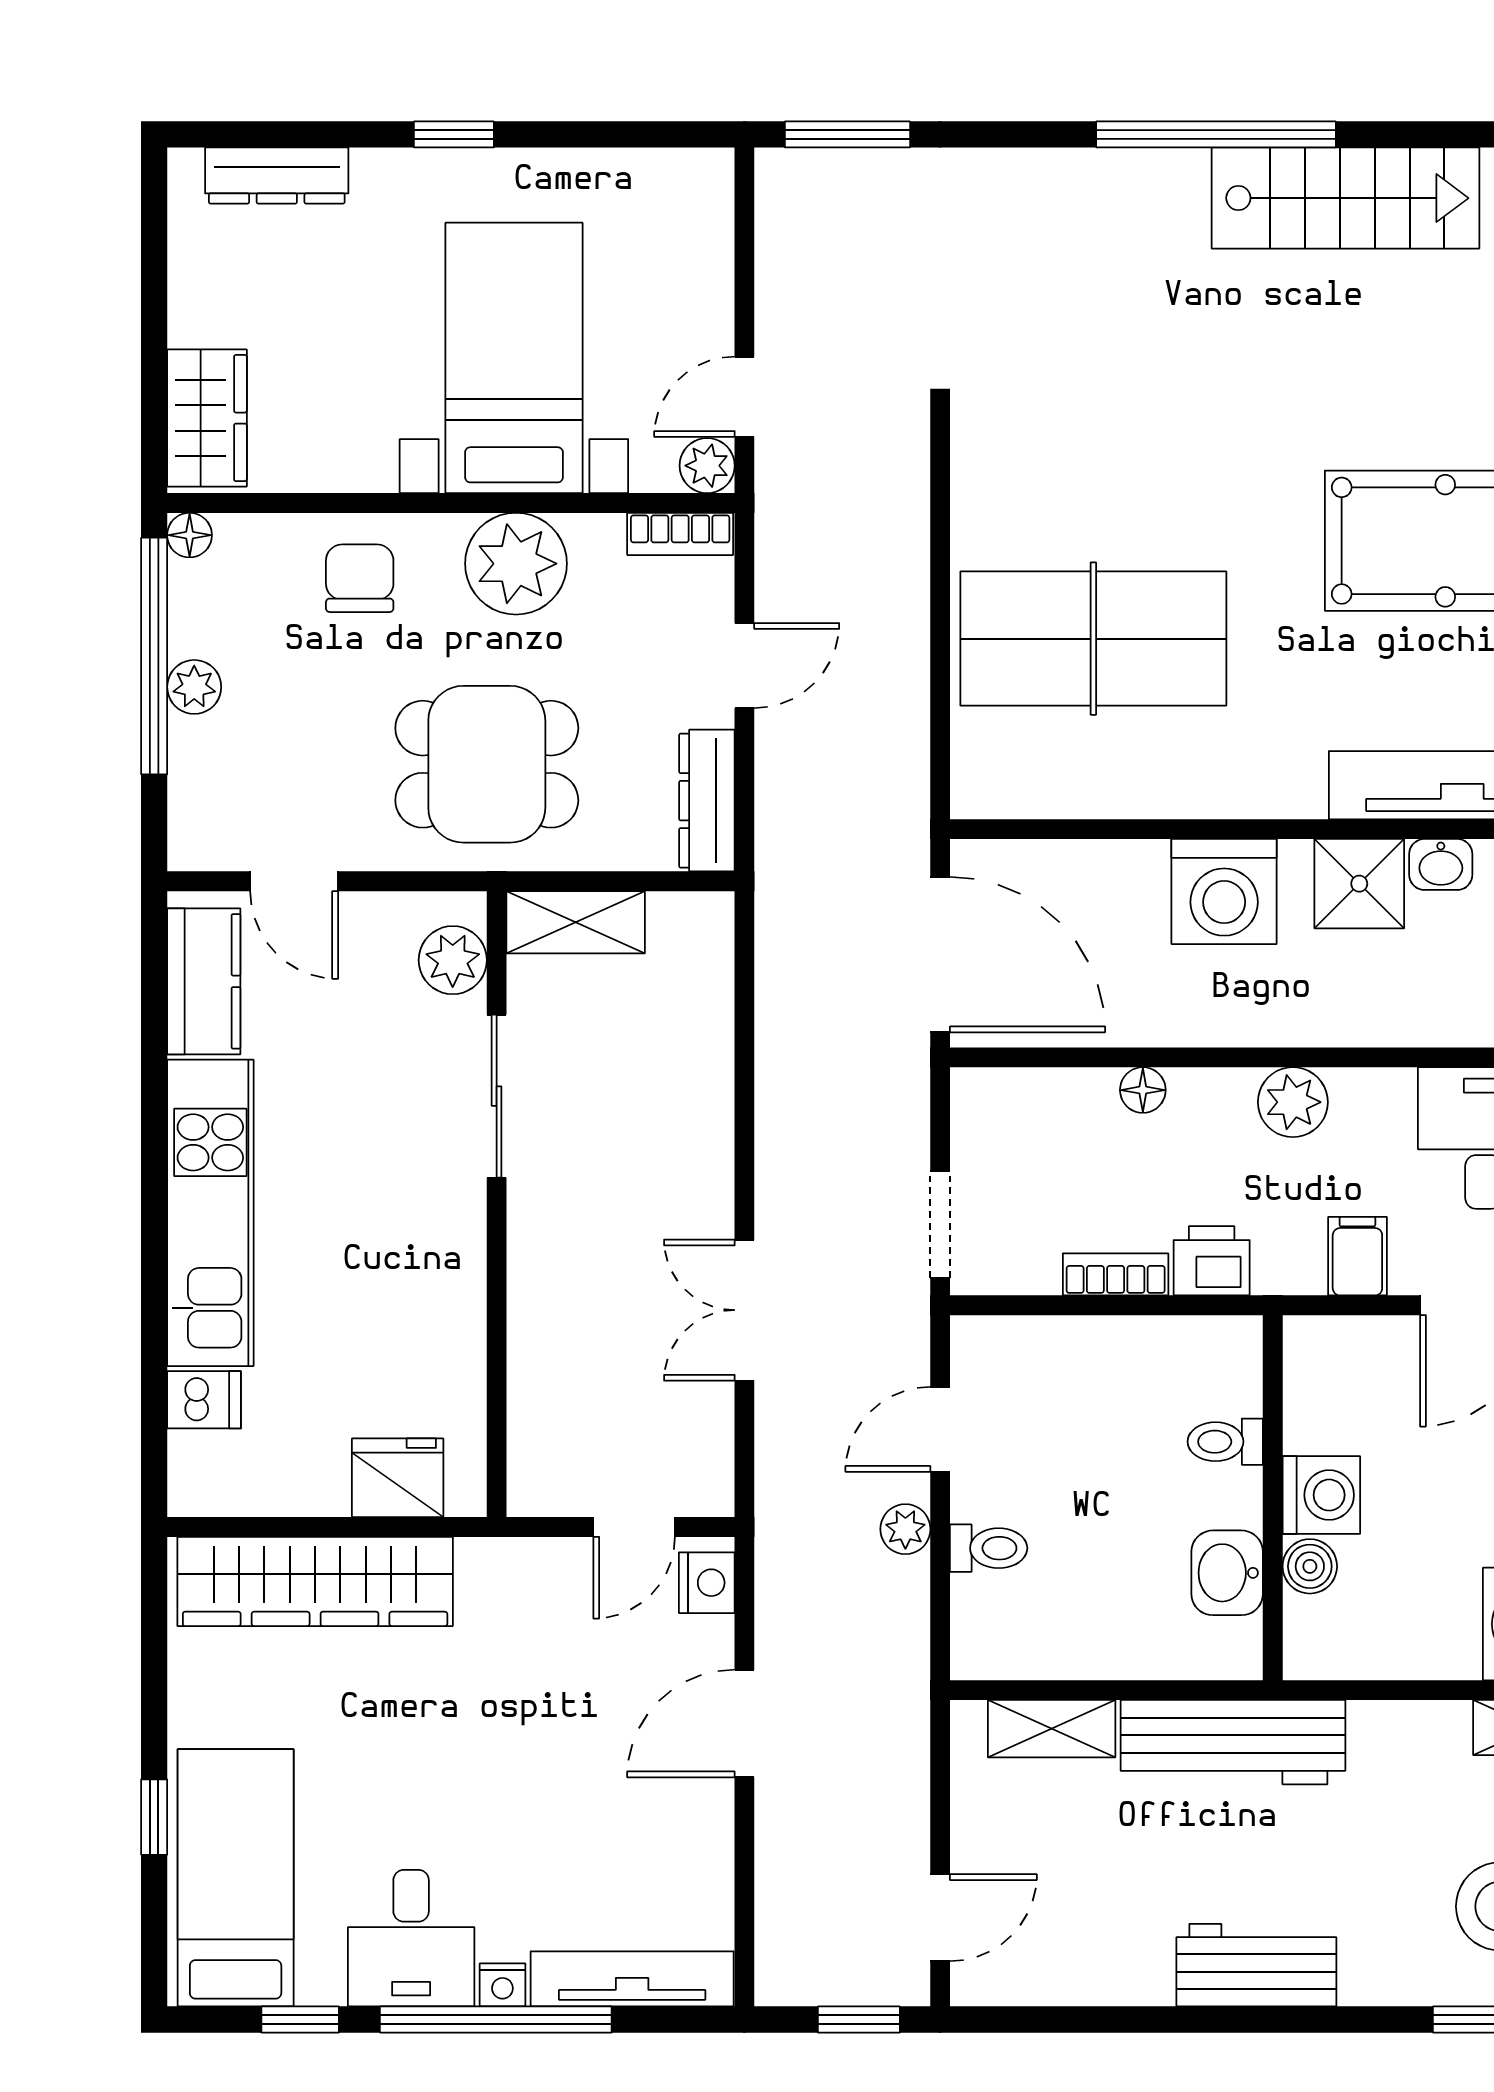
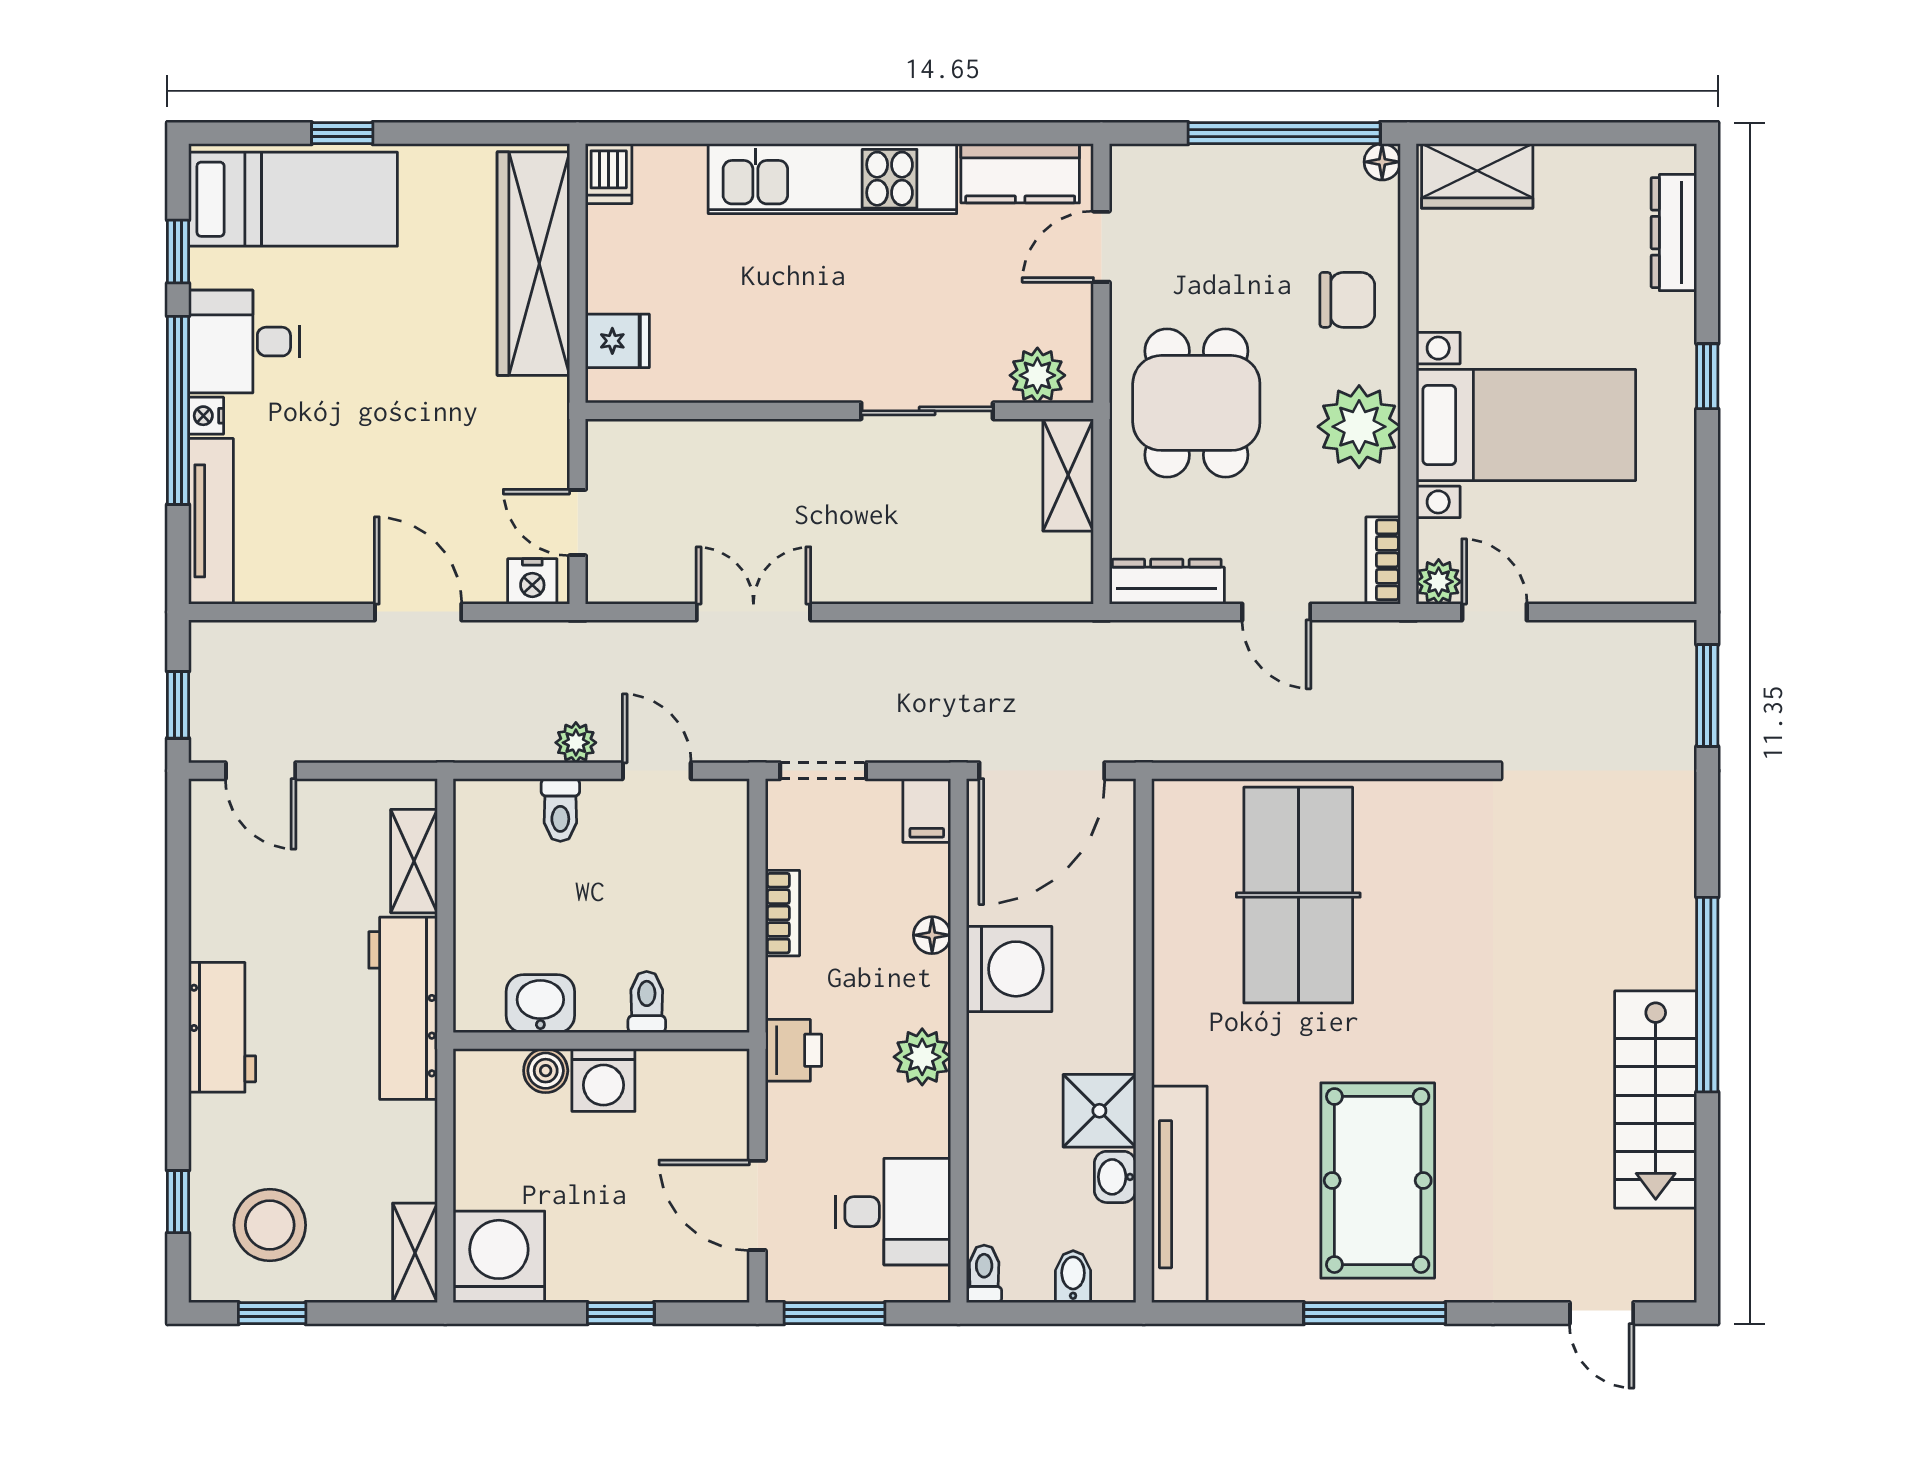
plant: (194, 687) -> (1259, 166), removed
washing machine: (1224, 891) -> (1009, 969), moved, turned 180
filing cabinet: (1357, 1256) -> (927, 810), moved, turned 90
printer: (1212, 1261) -> (793, 1050), moved
dishwasher: (204, 1400) -> (609, 174), moved
fridge: (398, 1478) -> (617, 341), width x0.72

